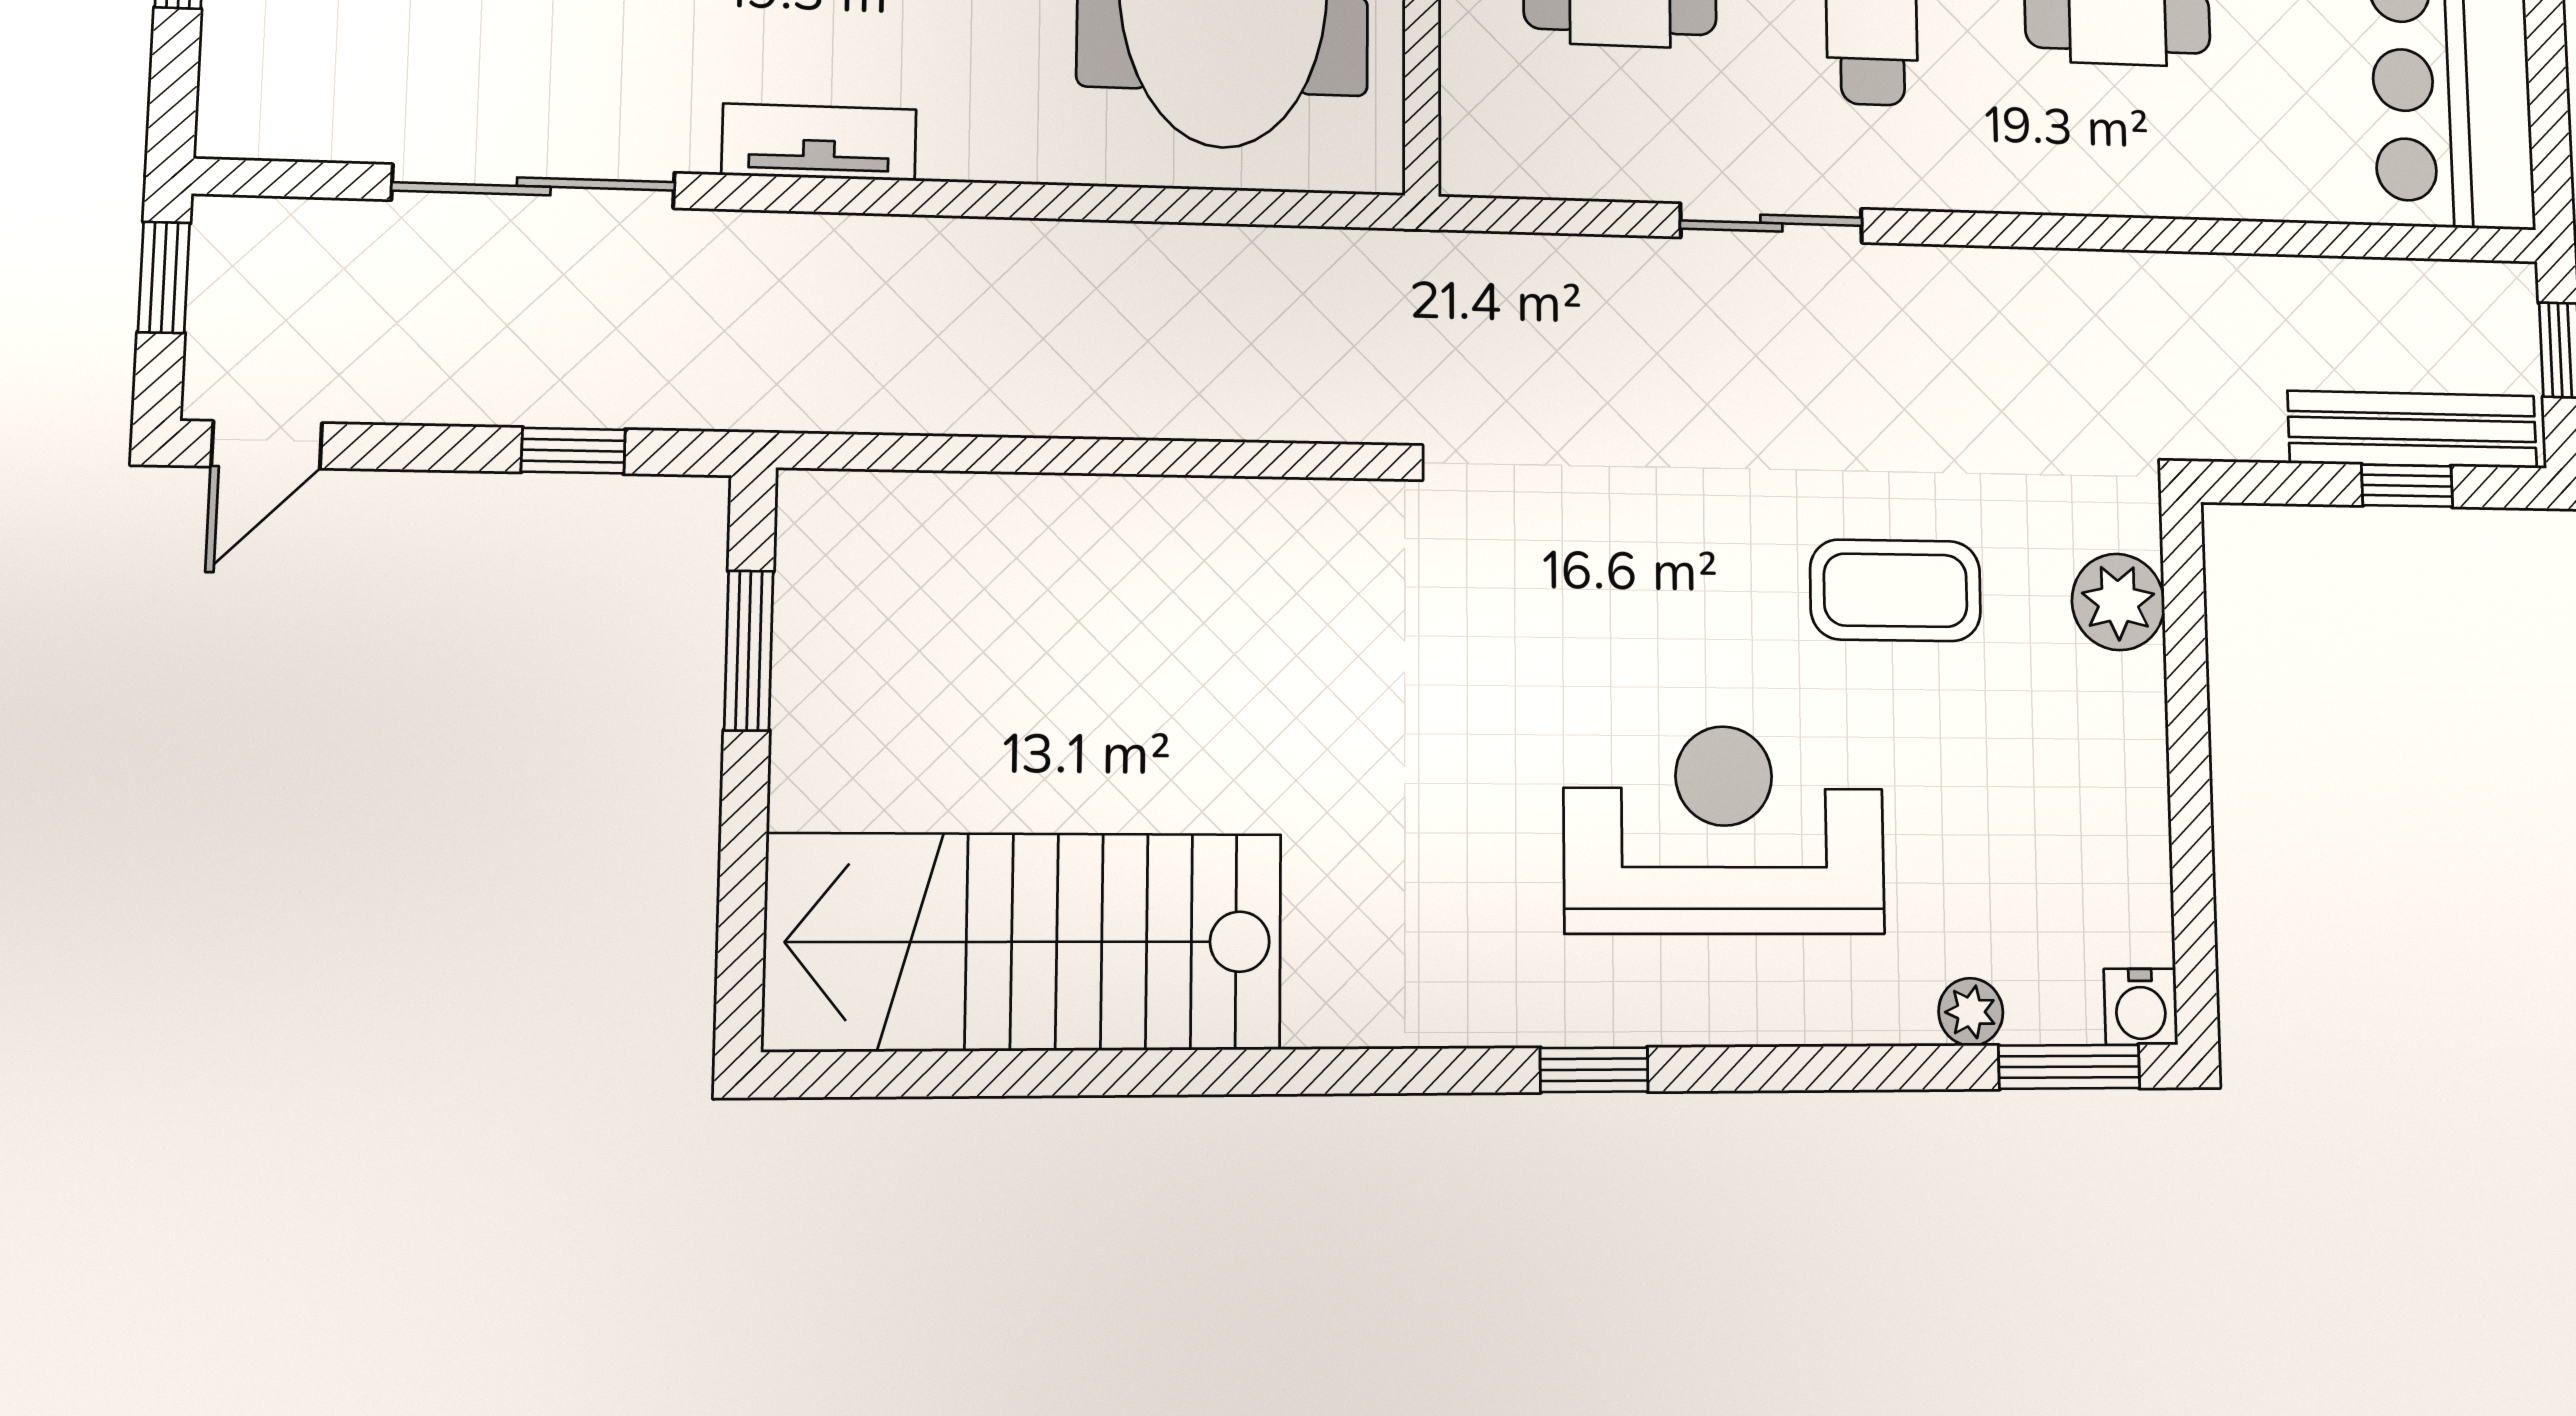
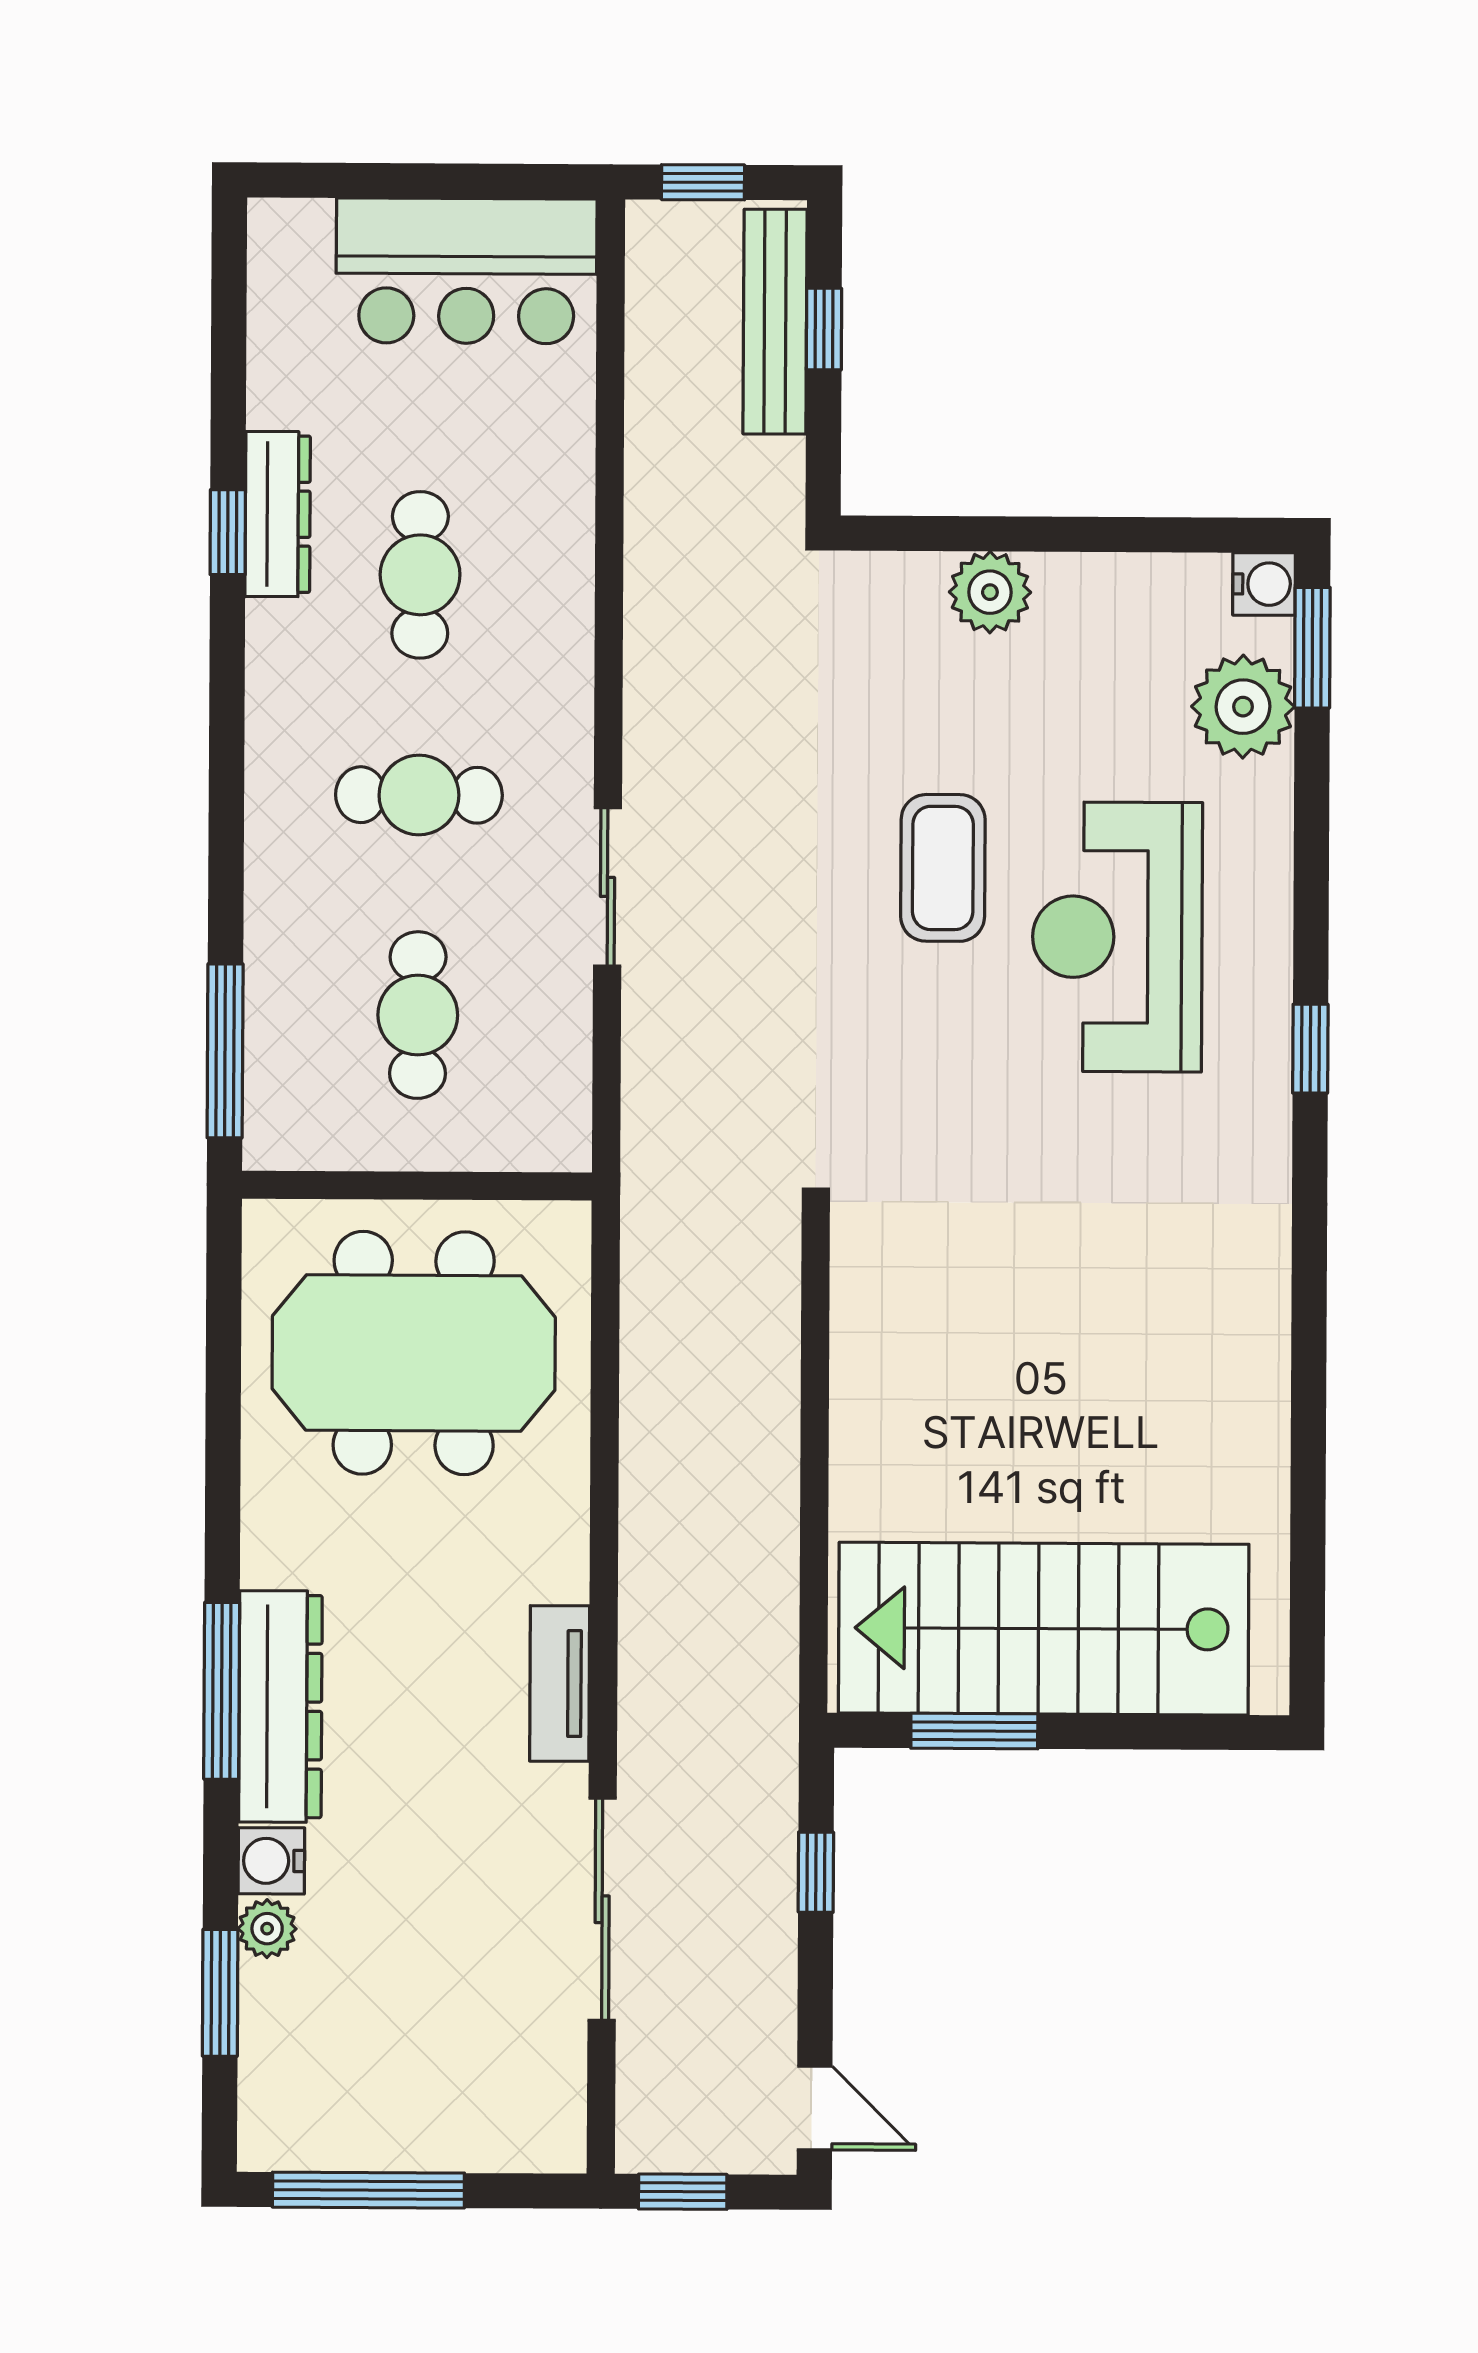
coffee table: (1896, 590) -> (943, 868), moved
plant: (2118, 602) -> (990, 592), moved
stairs: (1025, 942) -> (1044, 1629), moved, turned 90
plant: (1971, 1012) -> (1243, 707), width x1.87, depth x1.87

